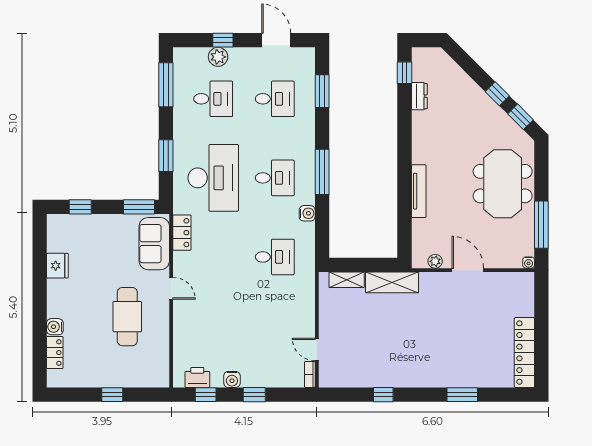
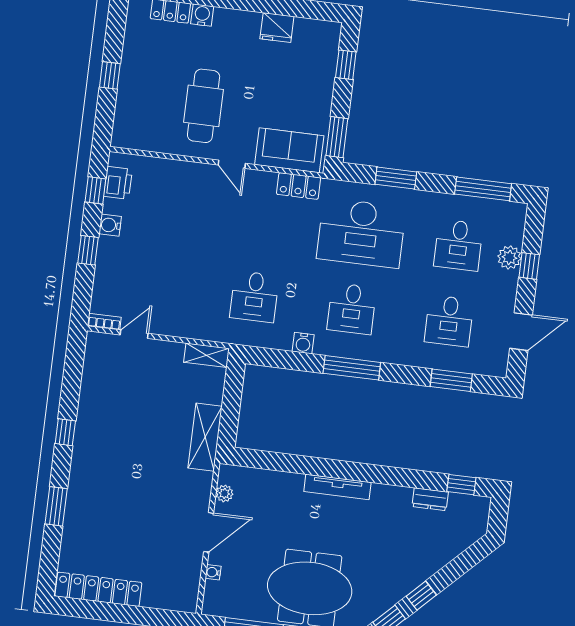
tv unit: (419, 191) -> (337, 487), moved
water cooler: (529, 263) -> (213, 572), moved
shelving: (347, 280) -> (207, 355), moved, turned 90
door: (171, 288) -> (232, 164), hinge flipped
cafe table: (127, 317) -> (204, 106), turned 90
window: (383, 395) -> (65, 432), moved

